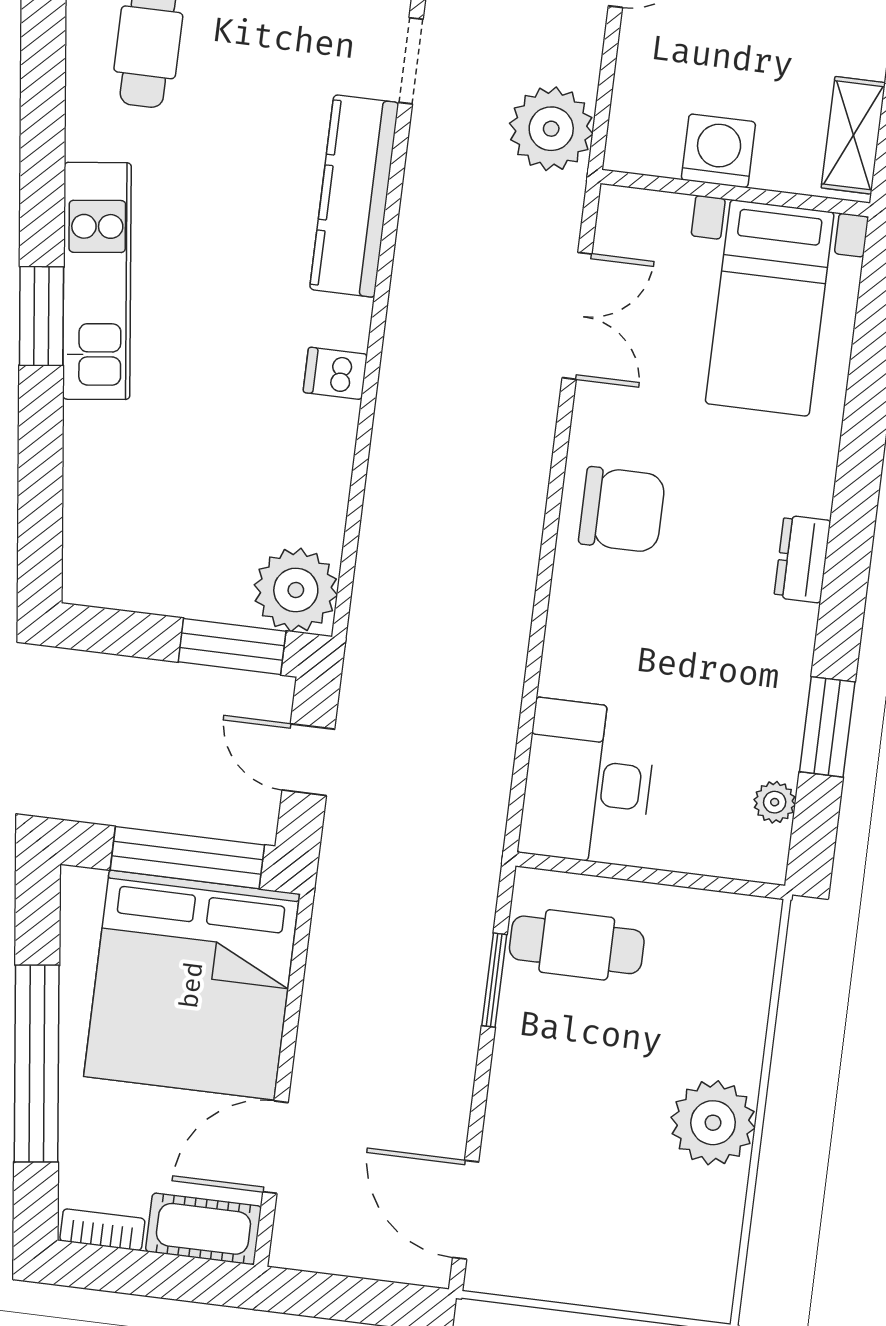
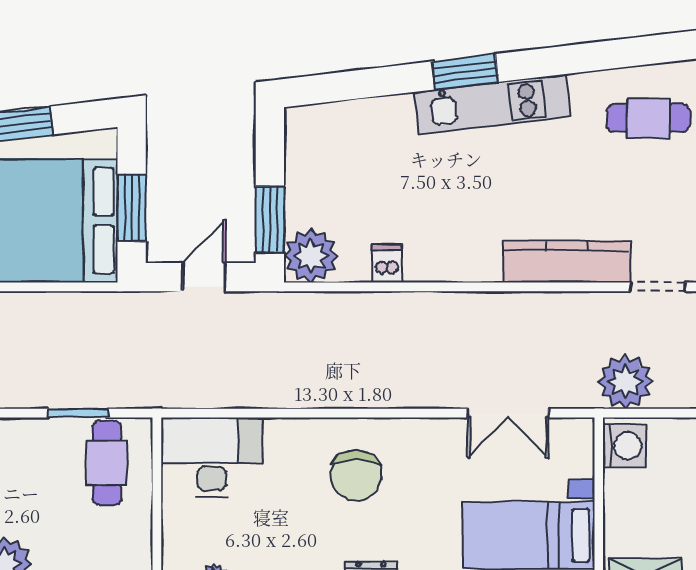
washing machine: (718, 151) -> (625, 446), moved
dishwasher: (335, 373) -> (387, 264), moved
chair: (622, 510) -> (356, 476), moved
window: (187, 858) -> (132, 208), width x0.69

